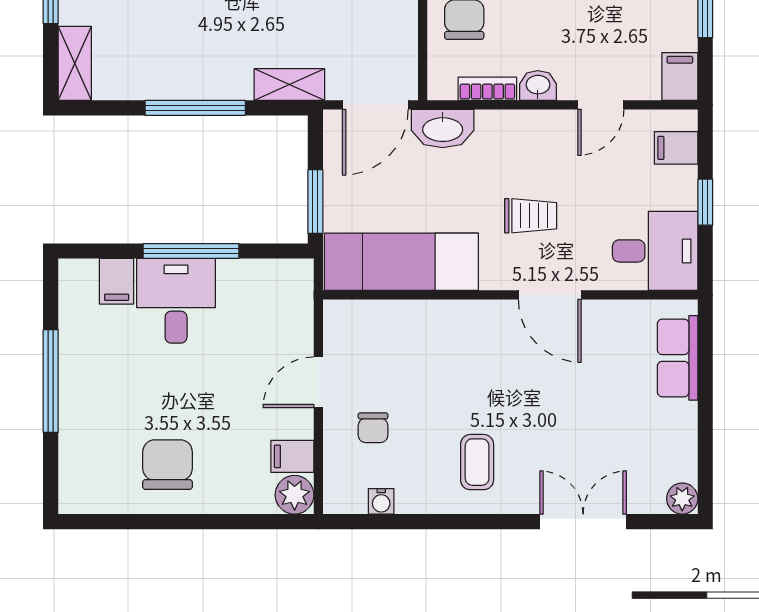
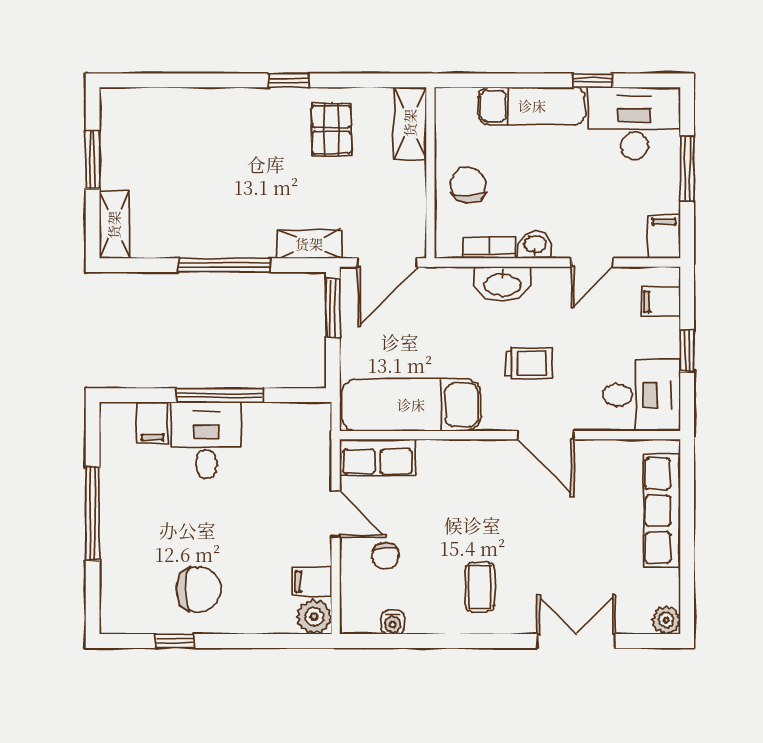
washbasin: (443, 128) -> (502, 284), moved
window: (315, 202) -> (333, 308), moved
row of seats: (364, 319) -> (377, 457), added
row of seats: (678, 358) -> (662, 511), width x1.48
door: (318, 382) -> (336, 514), swing flipped
chair: (168, 465) -> (199, 589), turned 90
window: (141, 522) -> (175, 641), added

